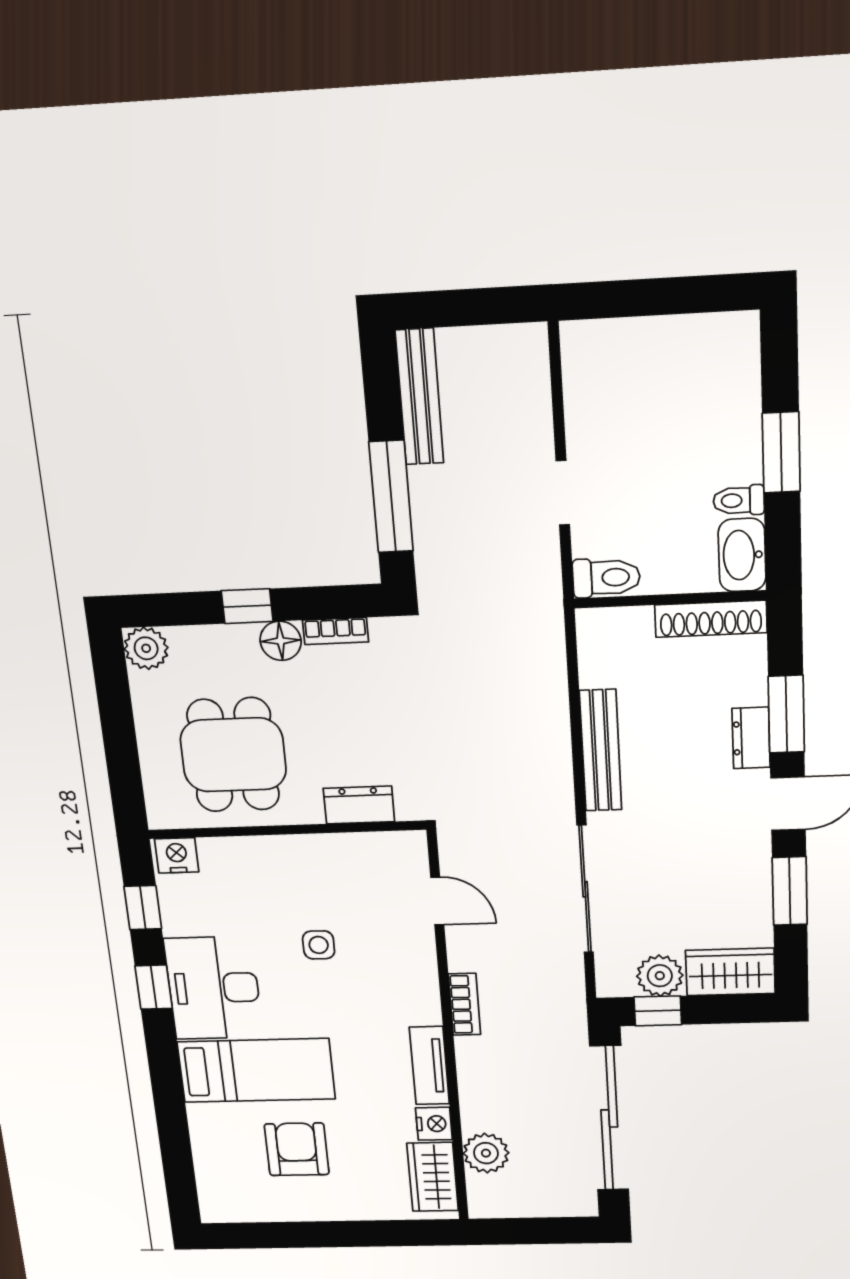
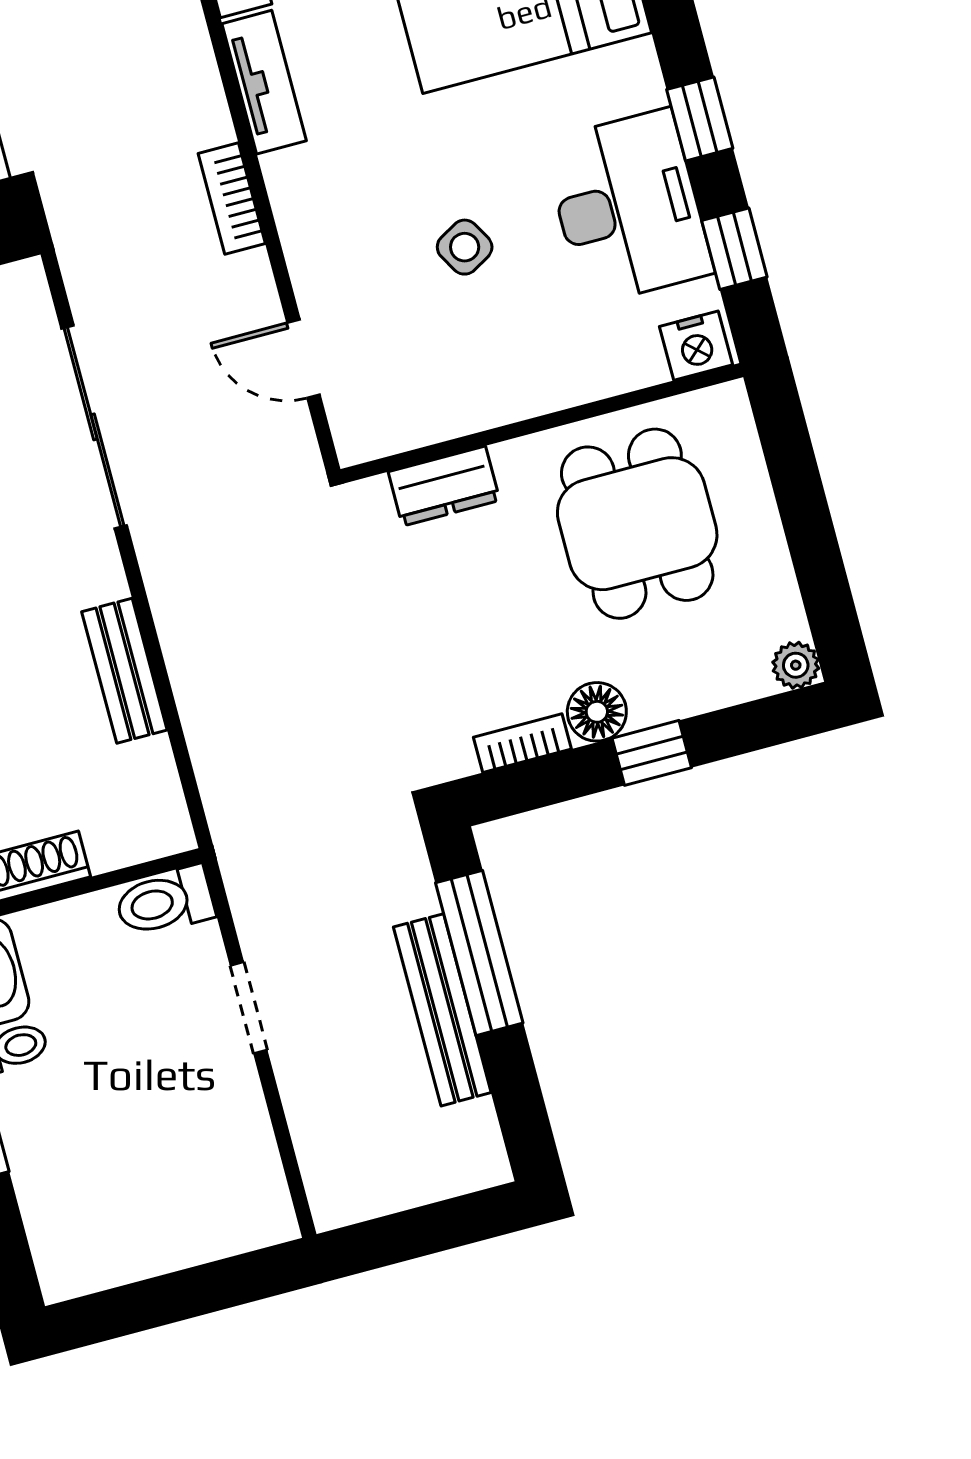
bench: (420, 397) -> (442, 1010), moved
plant: (146, 648) -> (796, 665), width x0.73, depth x0.73
bench: (601, 750) -> (124, 671), width x0.73
side table: (319, 945) -> (465, 247), turned -30
desk: (214, 988) -> (628, 207), moved

